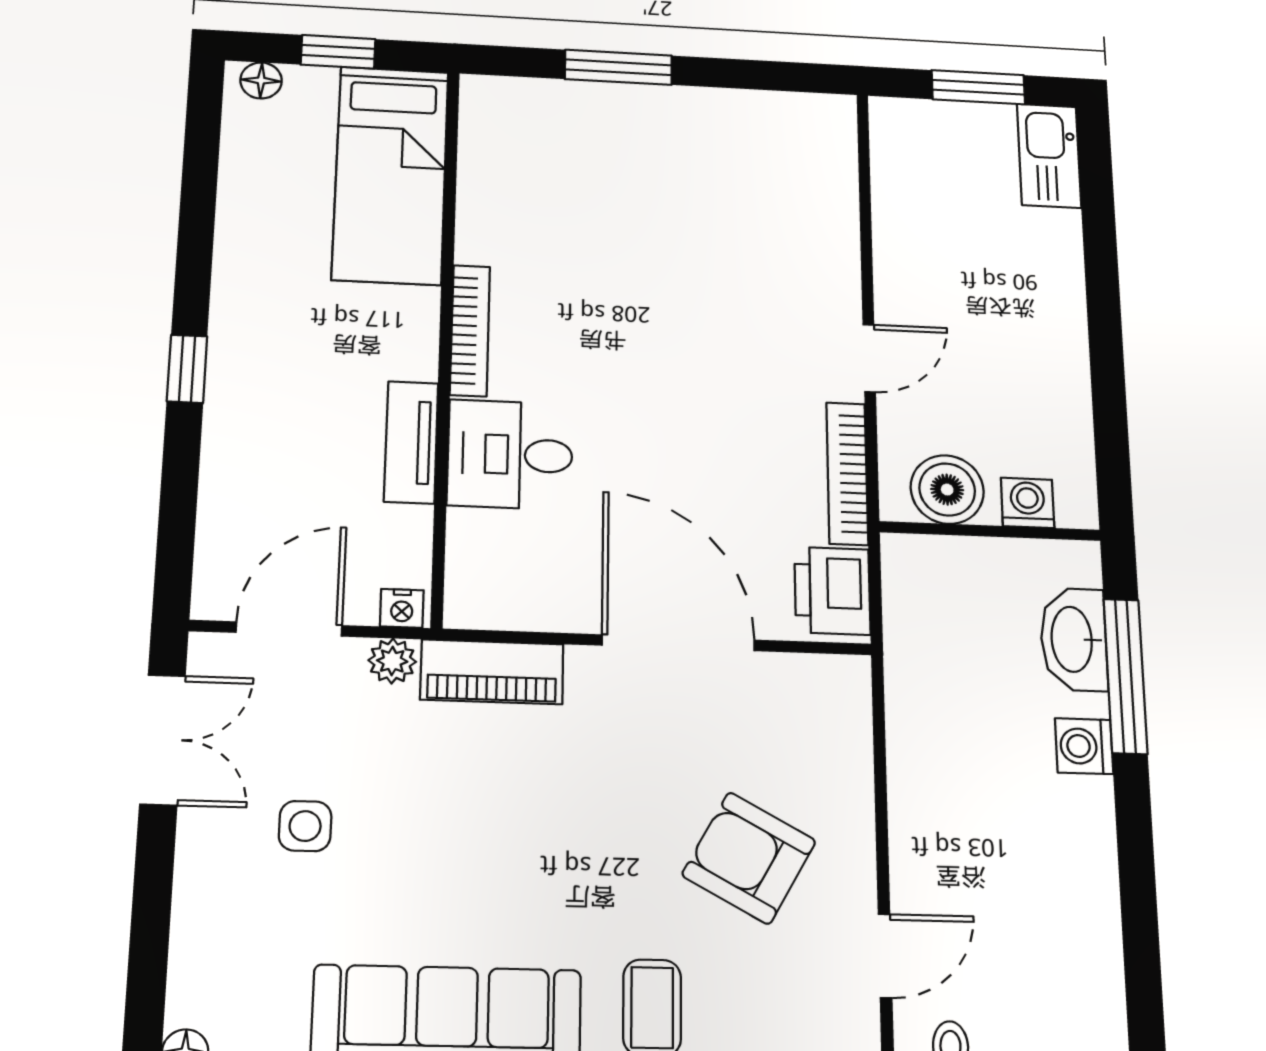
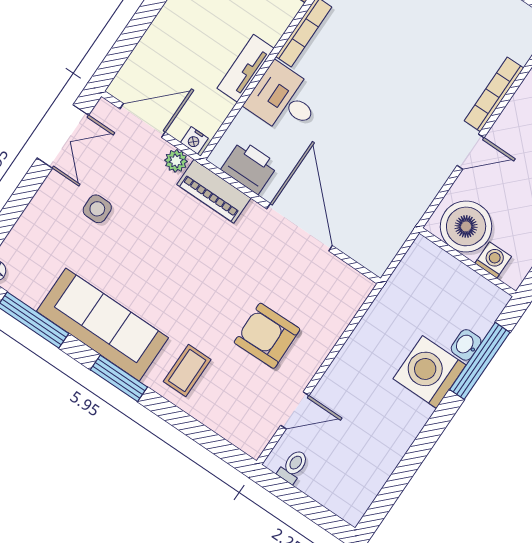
bookcase: (847, 473) -> (494, 94), moved
boiler: (947, 490) -> (466, 226), width x1.37, depth x1.37
printer: (832, 591) -> (250, 167), moved, turned 90
washbasin: (1074, 639) -> (466, 345), width x0.52, depth x0.69
washing machine: (1084, 746) -> (430, 372), width x1.89, depth x1.89
armchair: (749, 858) -> (267, 336), turned -30

